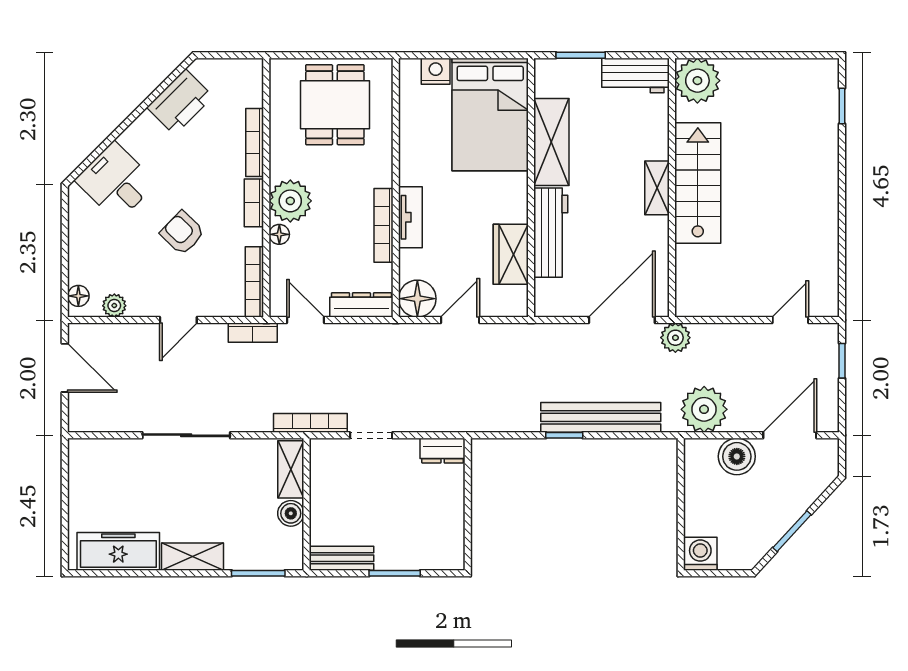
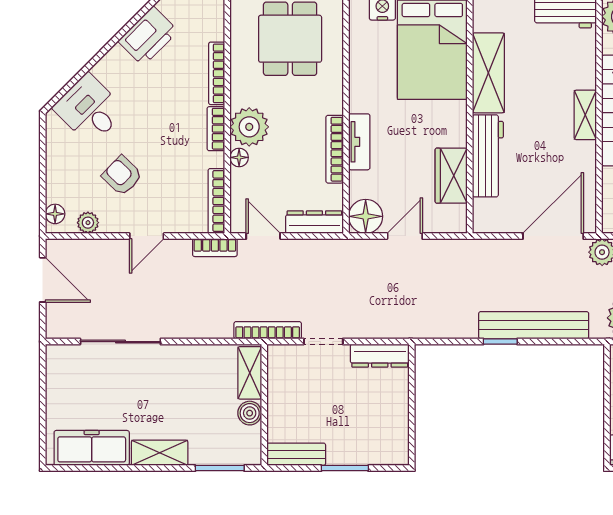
armchair: (182, 233) -> (122, 176), moved
sliding door: (186, 435) -> (120, 342), moved
dresser: (443, 451) -> (380, 356), width x1.44

